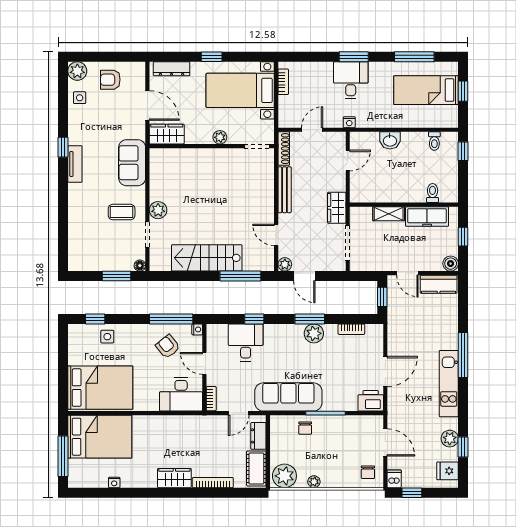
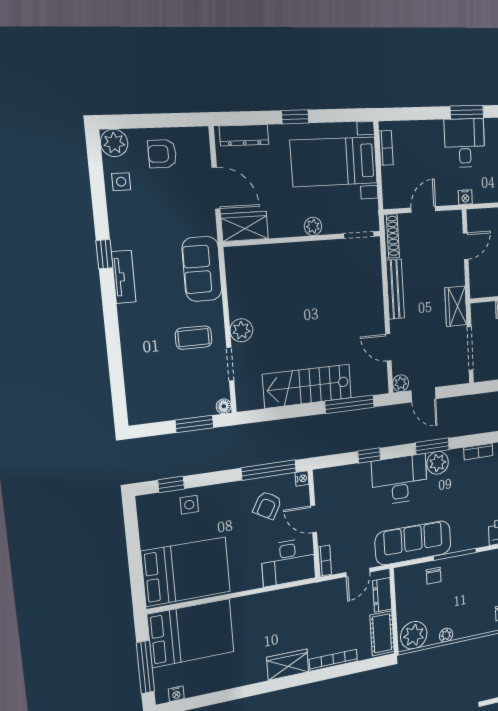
desk: (246, 343) -> (400, 480), moved, width x1.37
armchair: (168, 346) -> (267, 505), turned -112
nightstand: (114, 482) -> (176, 694), moved

